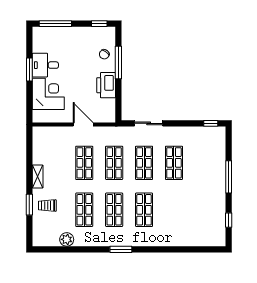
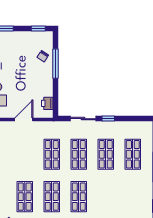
printer: (106, 85) -> (47, 103), moved, width x0.53, depth x0.68
window: (211, 123) -> (108, 119), moved
door: (83, 124) -> (24, 120), hinge flipped
shop shelf: (84, 163) -> (133, 154), moved

